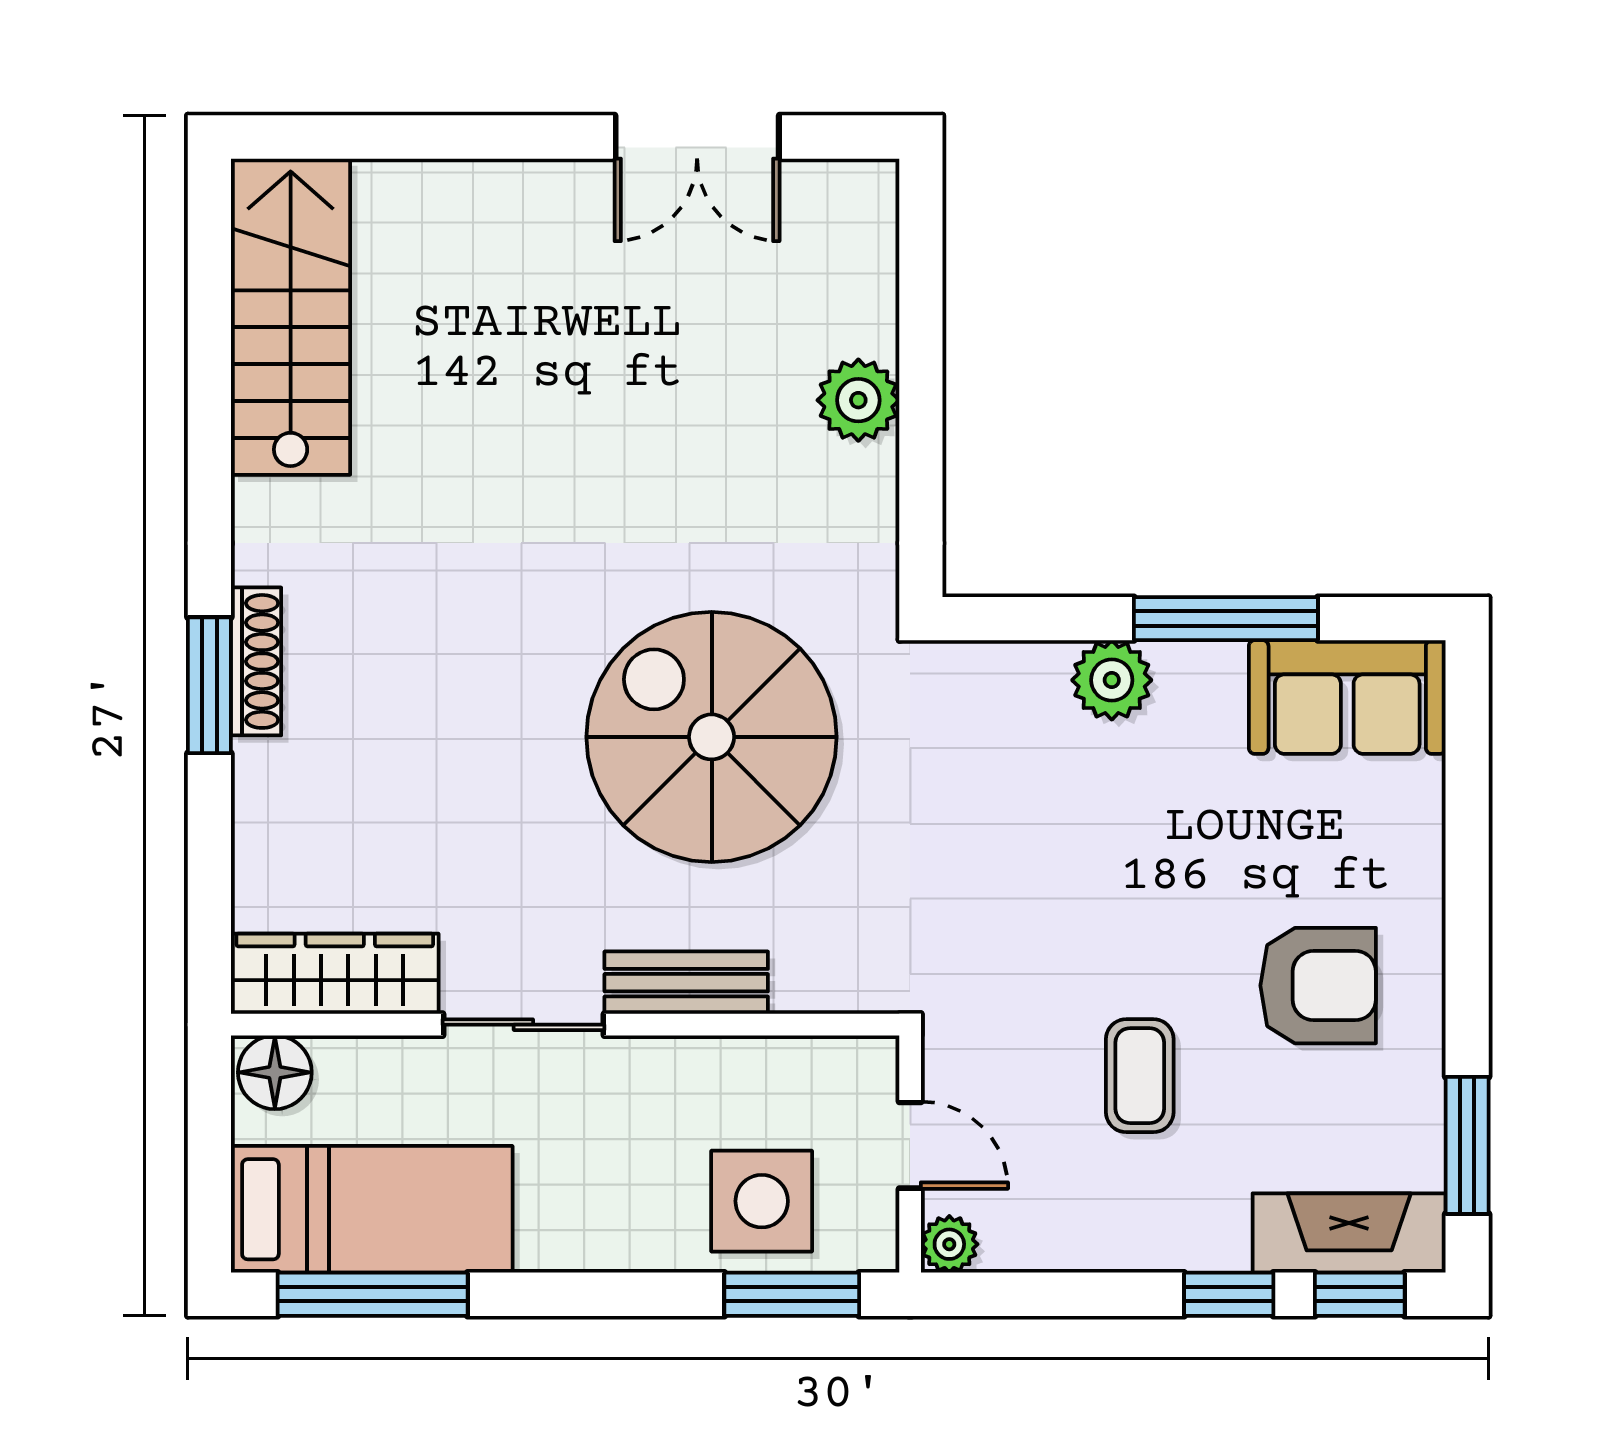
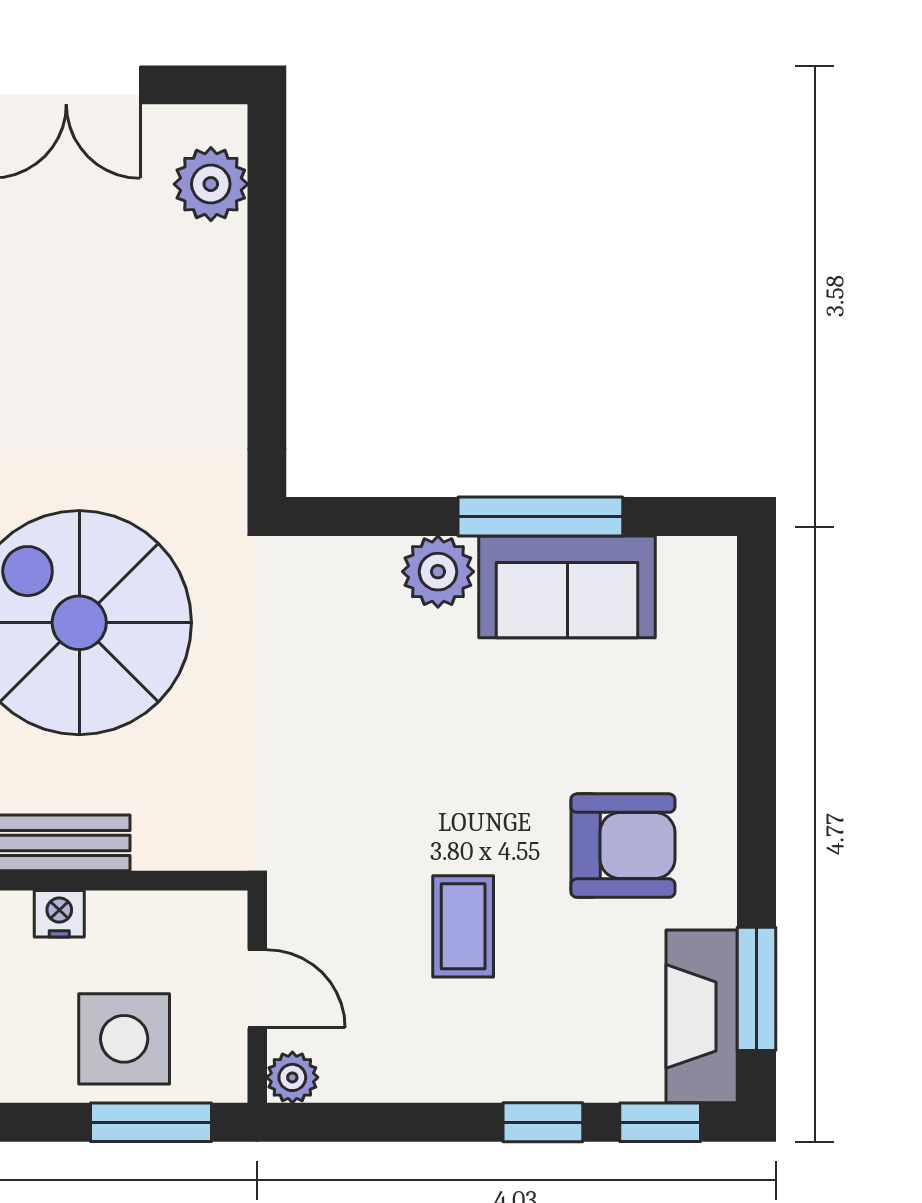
plant: (858, 400) -> (211, 184), moved
sofa: (1347, 697) -> (567, 587), moved
nightstand: (689, 1062) -> (59, 914), added
fireplace: (1349, 1233) -> (702, 1016), moved, turned -90

